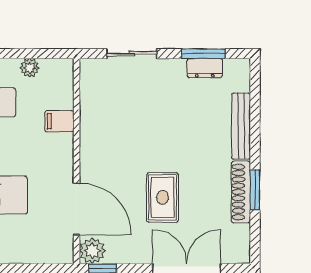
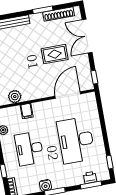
shoe rack: (241, 192) -> (59, 14), moved
plant: (92, 251) -> (15, 97), moved

